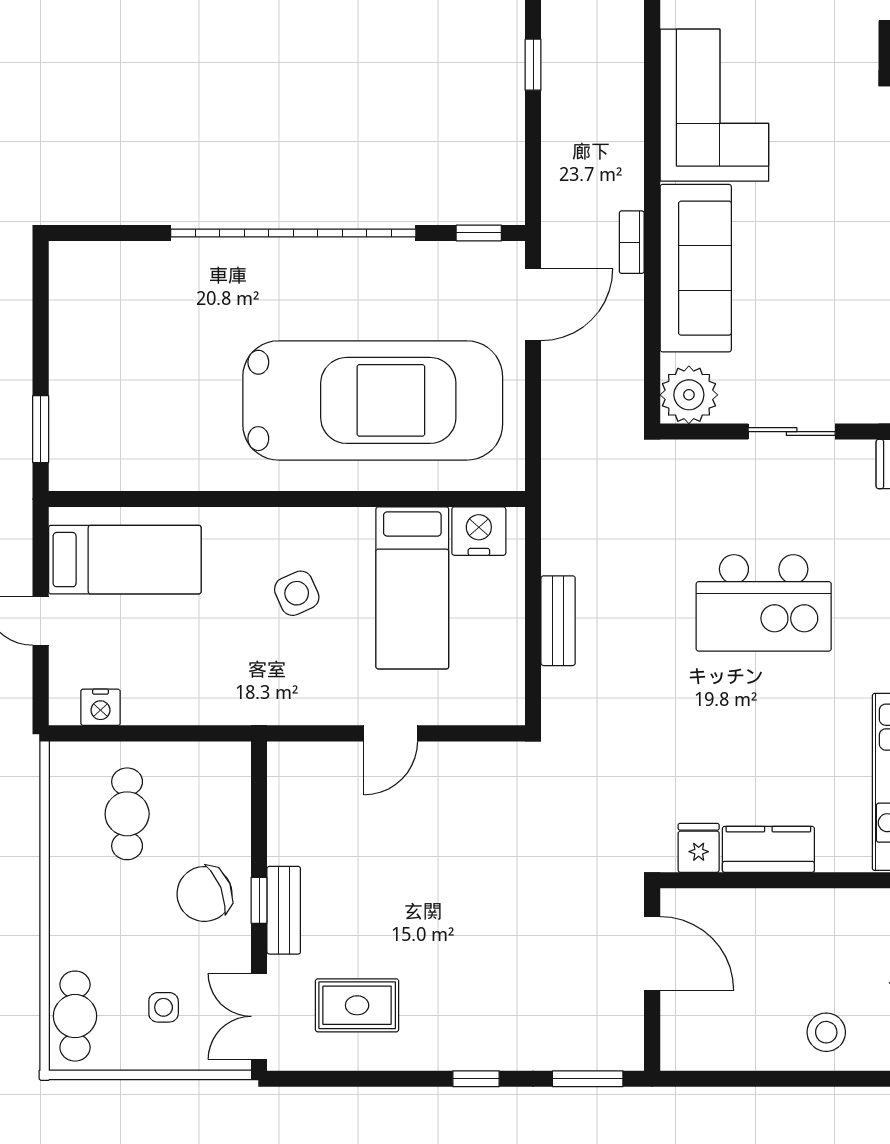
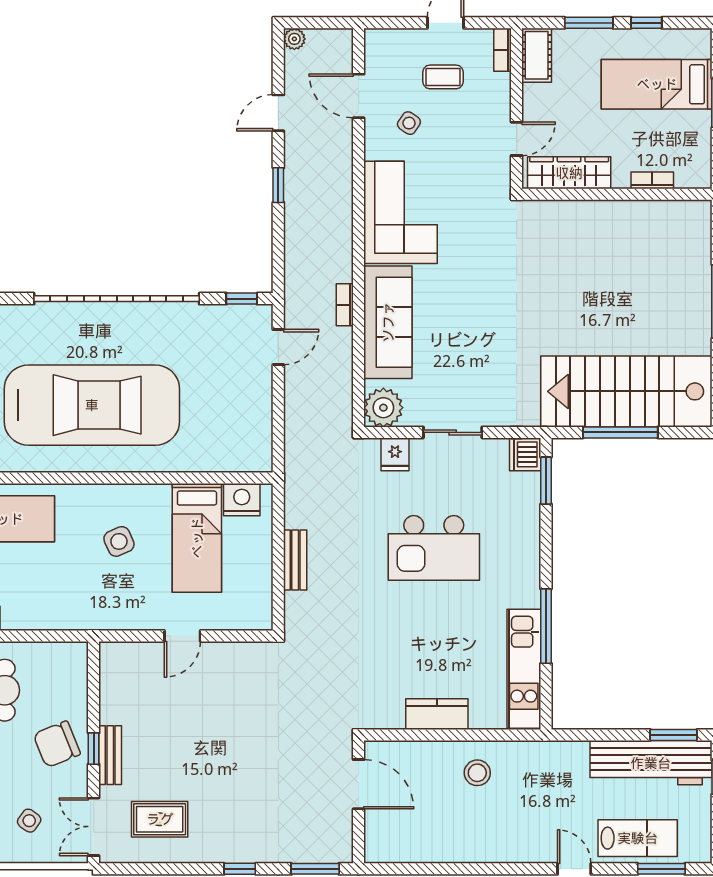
door: (533, 305) -> (278, 347), width x0.73
car: (373, 400) -> (92, 405), moved
fridge: (699, 848) -> (395, 454), moved, turned 180
side table: (164, 1007) -> (29, 821), turned 35
stool: (826, 1032) -> (477, 773), moved

